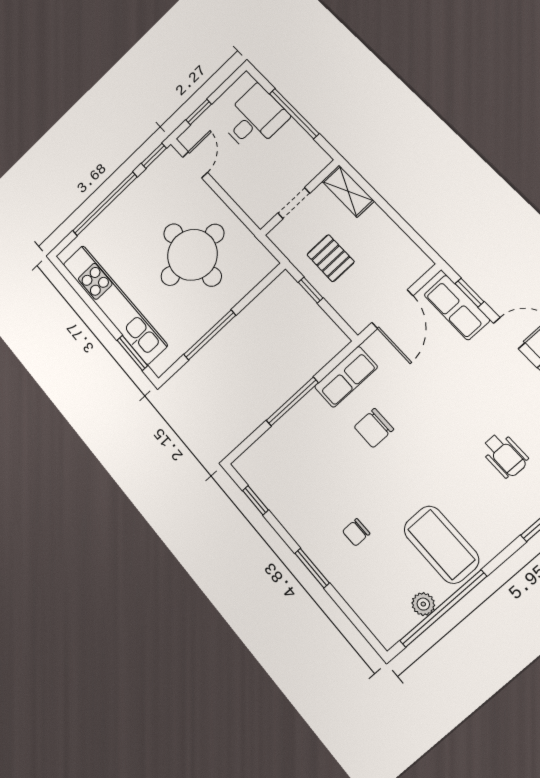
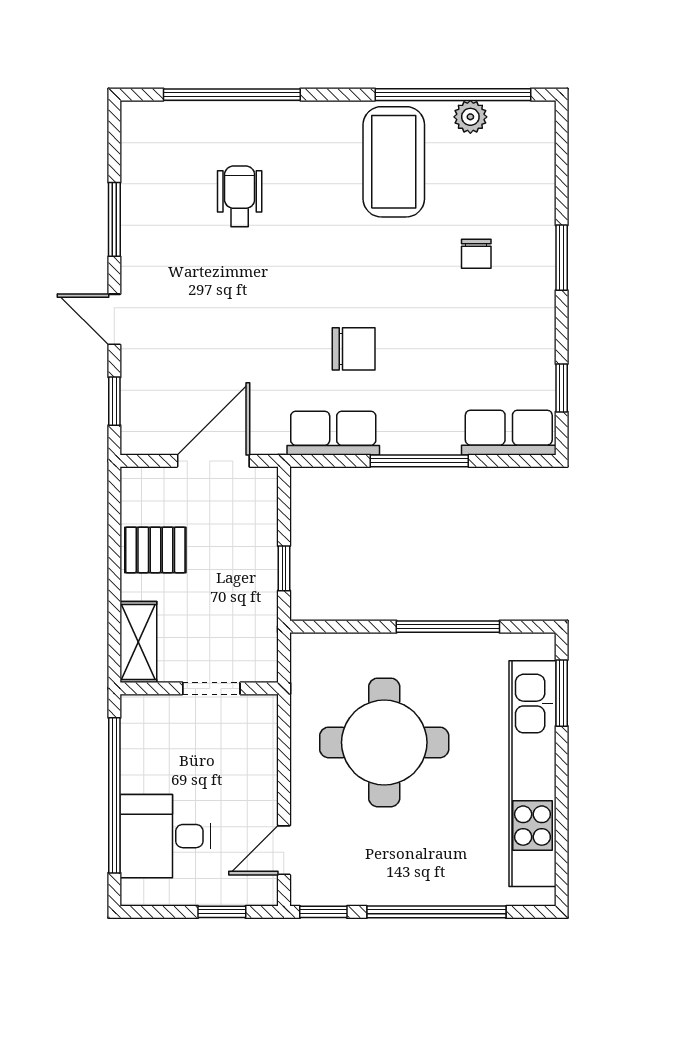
window: (294, 114) -> (114, 795), width x1.46
pallet: (331, 258) -> (155, 550), moved, turned 90
row of seats: (457, 307) -> (509, 433), moved, turned -90
chair: (356, 532) -> (476, 254), turned 90

